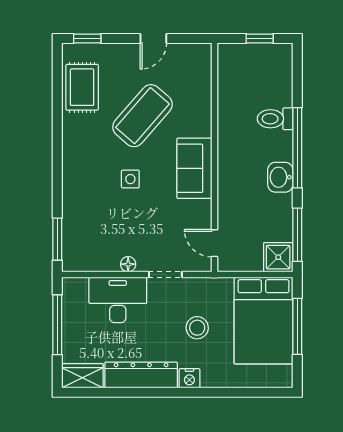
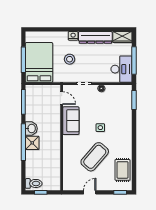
toilet: (275, 119) -> (34, 183), moved
sofa: (194, 168) -> (71, 121), moved
shower: (278, 257) -> (32, 143), moved
desk: (118, 300) -> (121, 69), moved, turned -90

